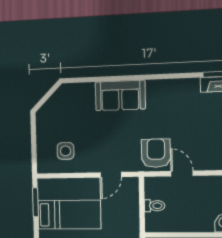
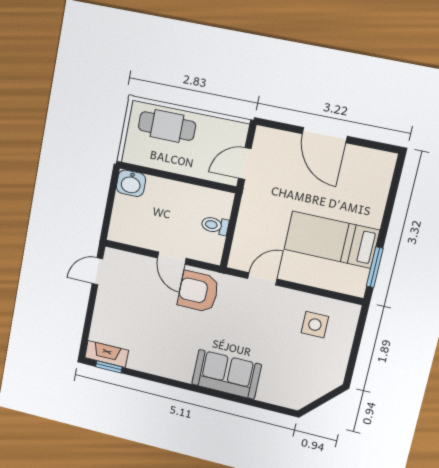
armchair: (156, 153) -> (198, 291), turned 90

